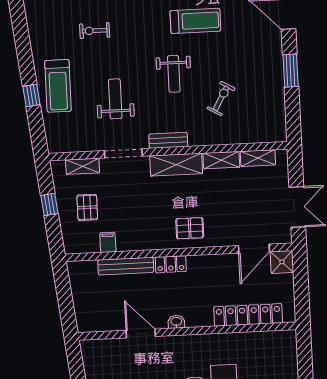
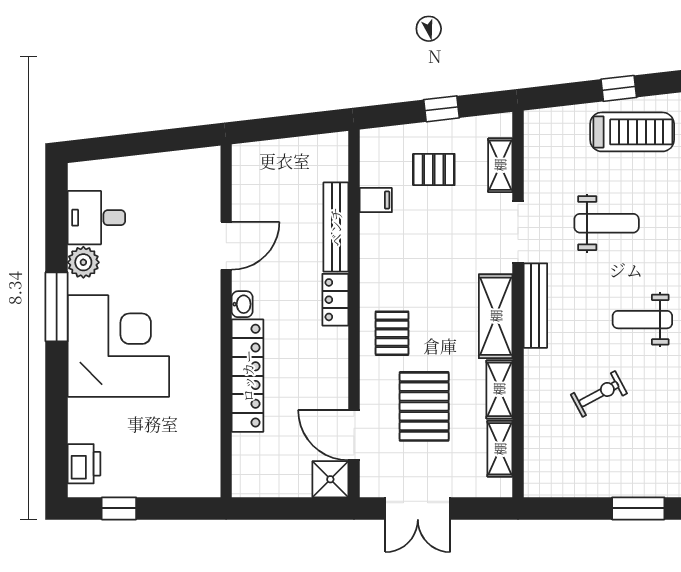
treadmill: (58, 86) -> (632, 132), turned 180
exercise bike: (221, 98) -> (599, 394), turned -58
bench: (168, 140) -> (535, 306), width x1.36
pallet: (234, 206) -> (424, 406), added
locker: (248, 315) -> (248, 376), moved

